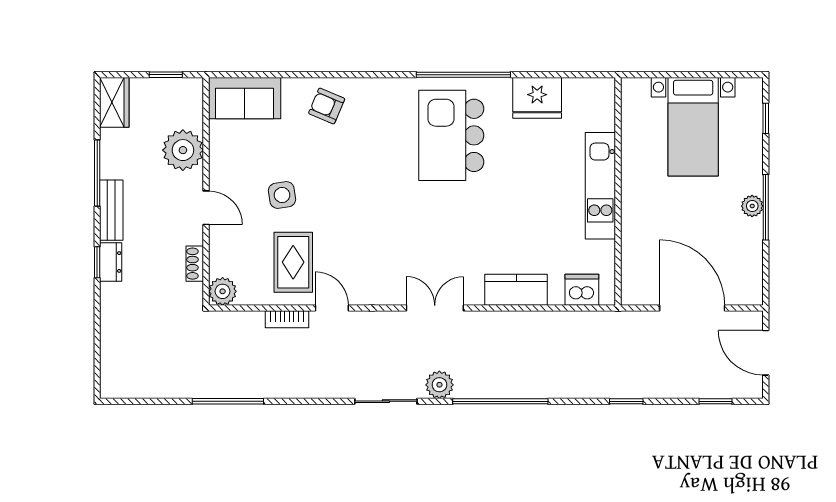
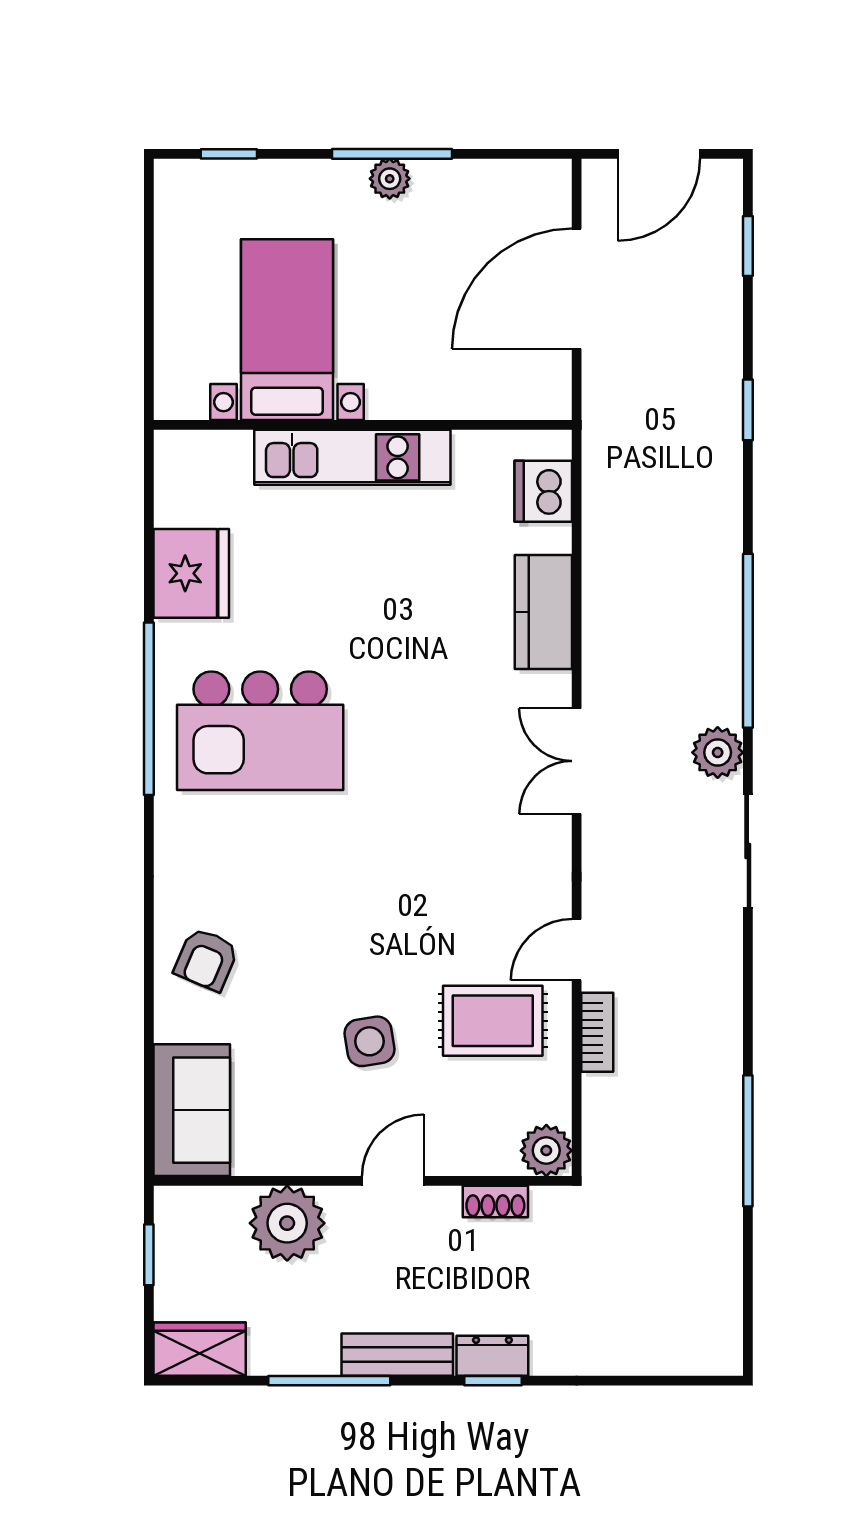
bed with nightstands: (693, 127) -> (287, 330), moved, turned -90

